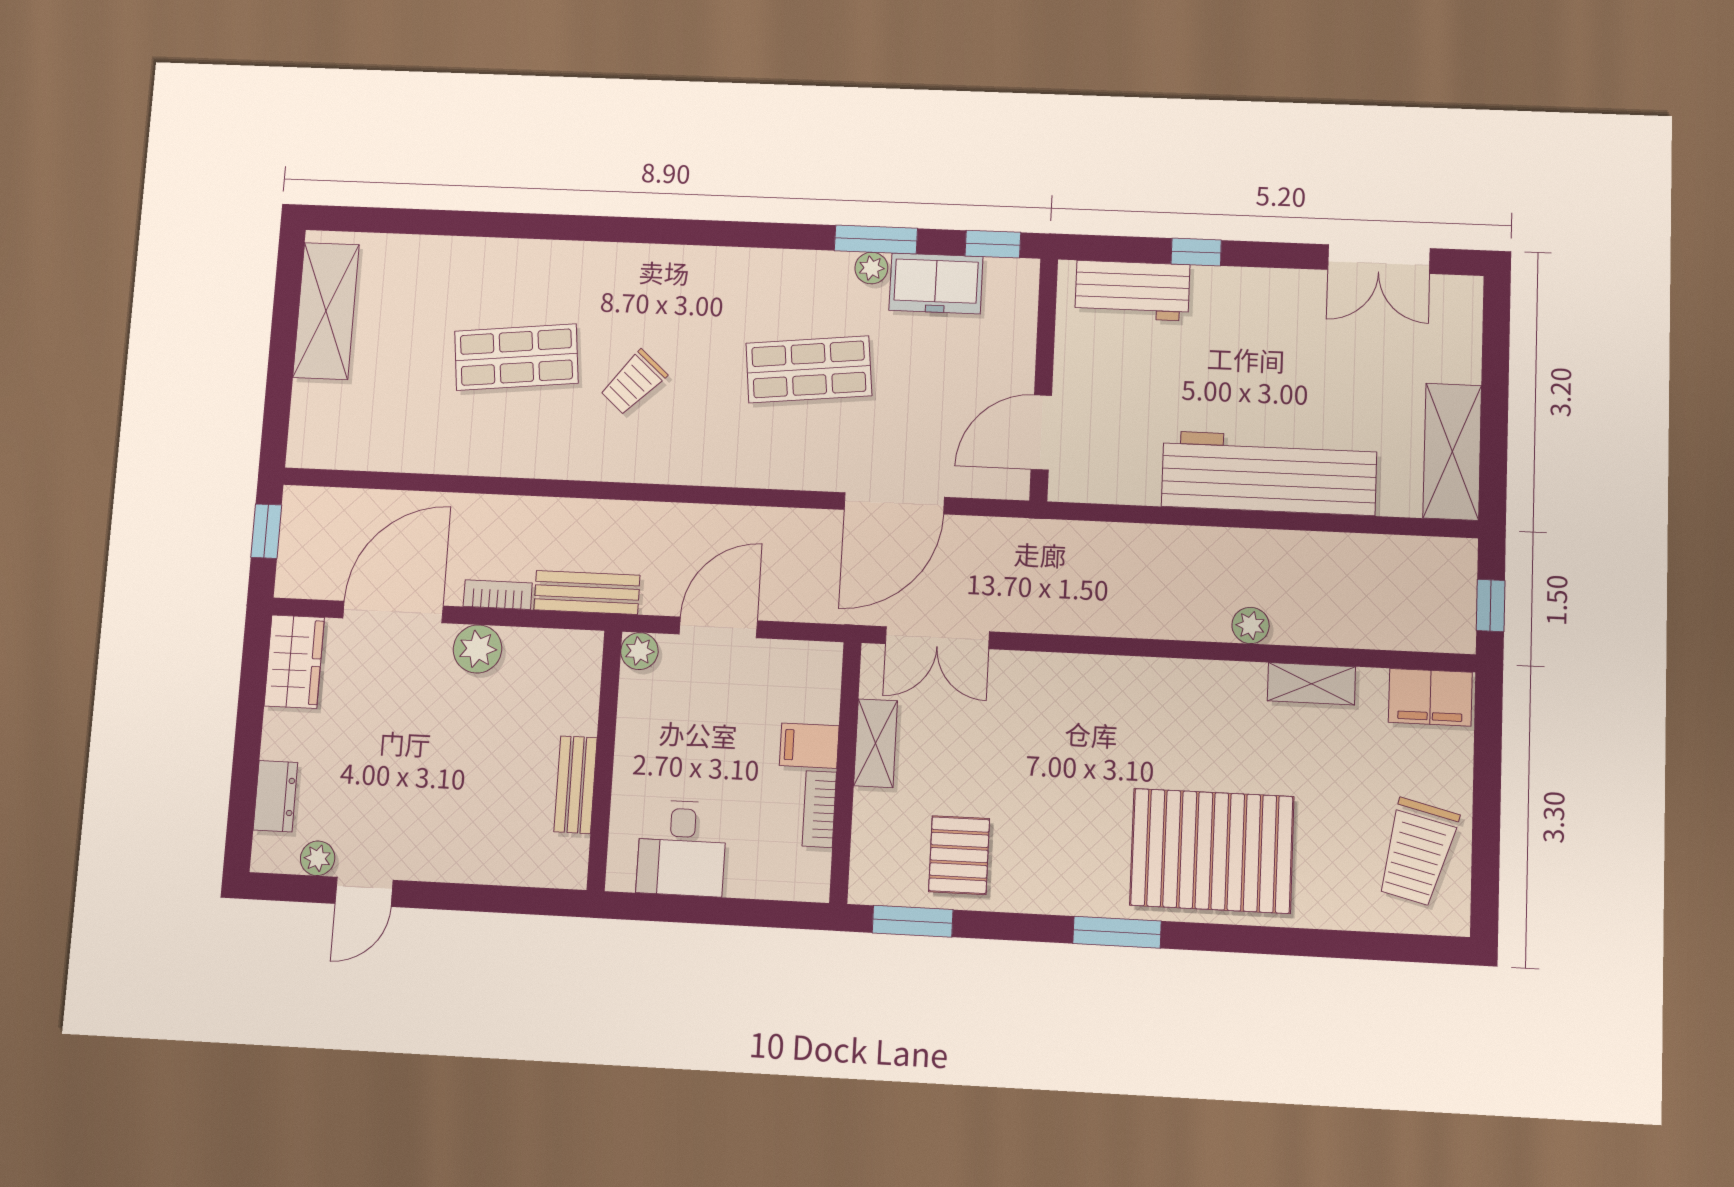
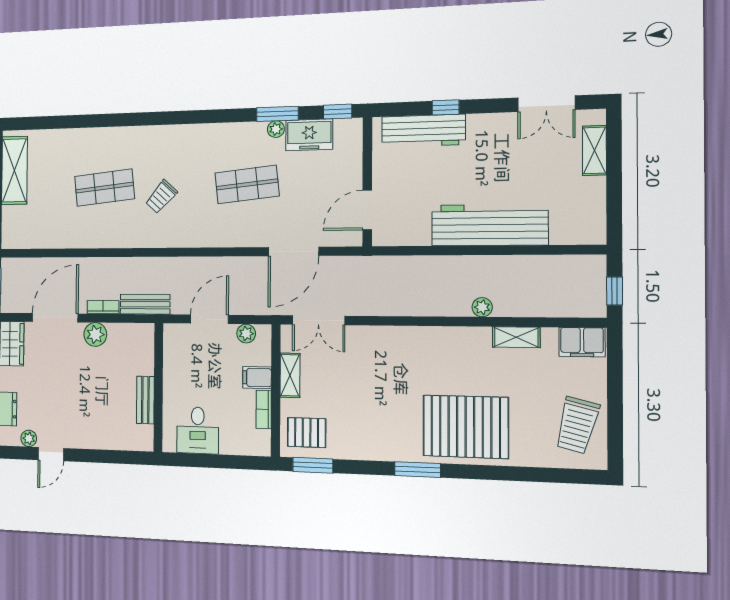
workbench: (1132, 291) -> (423, 131), width x1.38
shelving: (1452, 452) -> (594, 150), moved, width x0.67, depth x0.75
plant: (639, 651) -> (246, 334), moved
pallet: (959, 855) -> (307, 433), moved, turned 90

